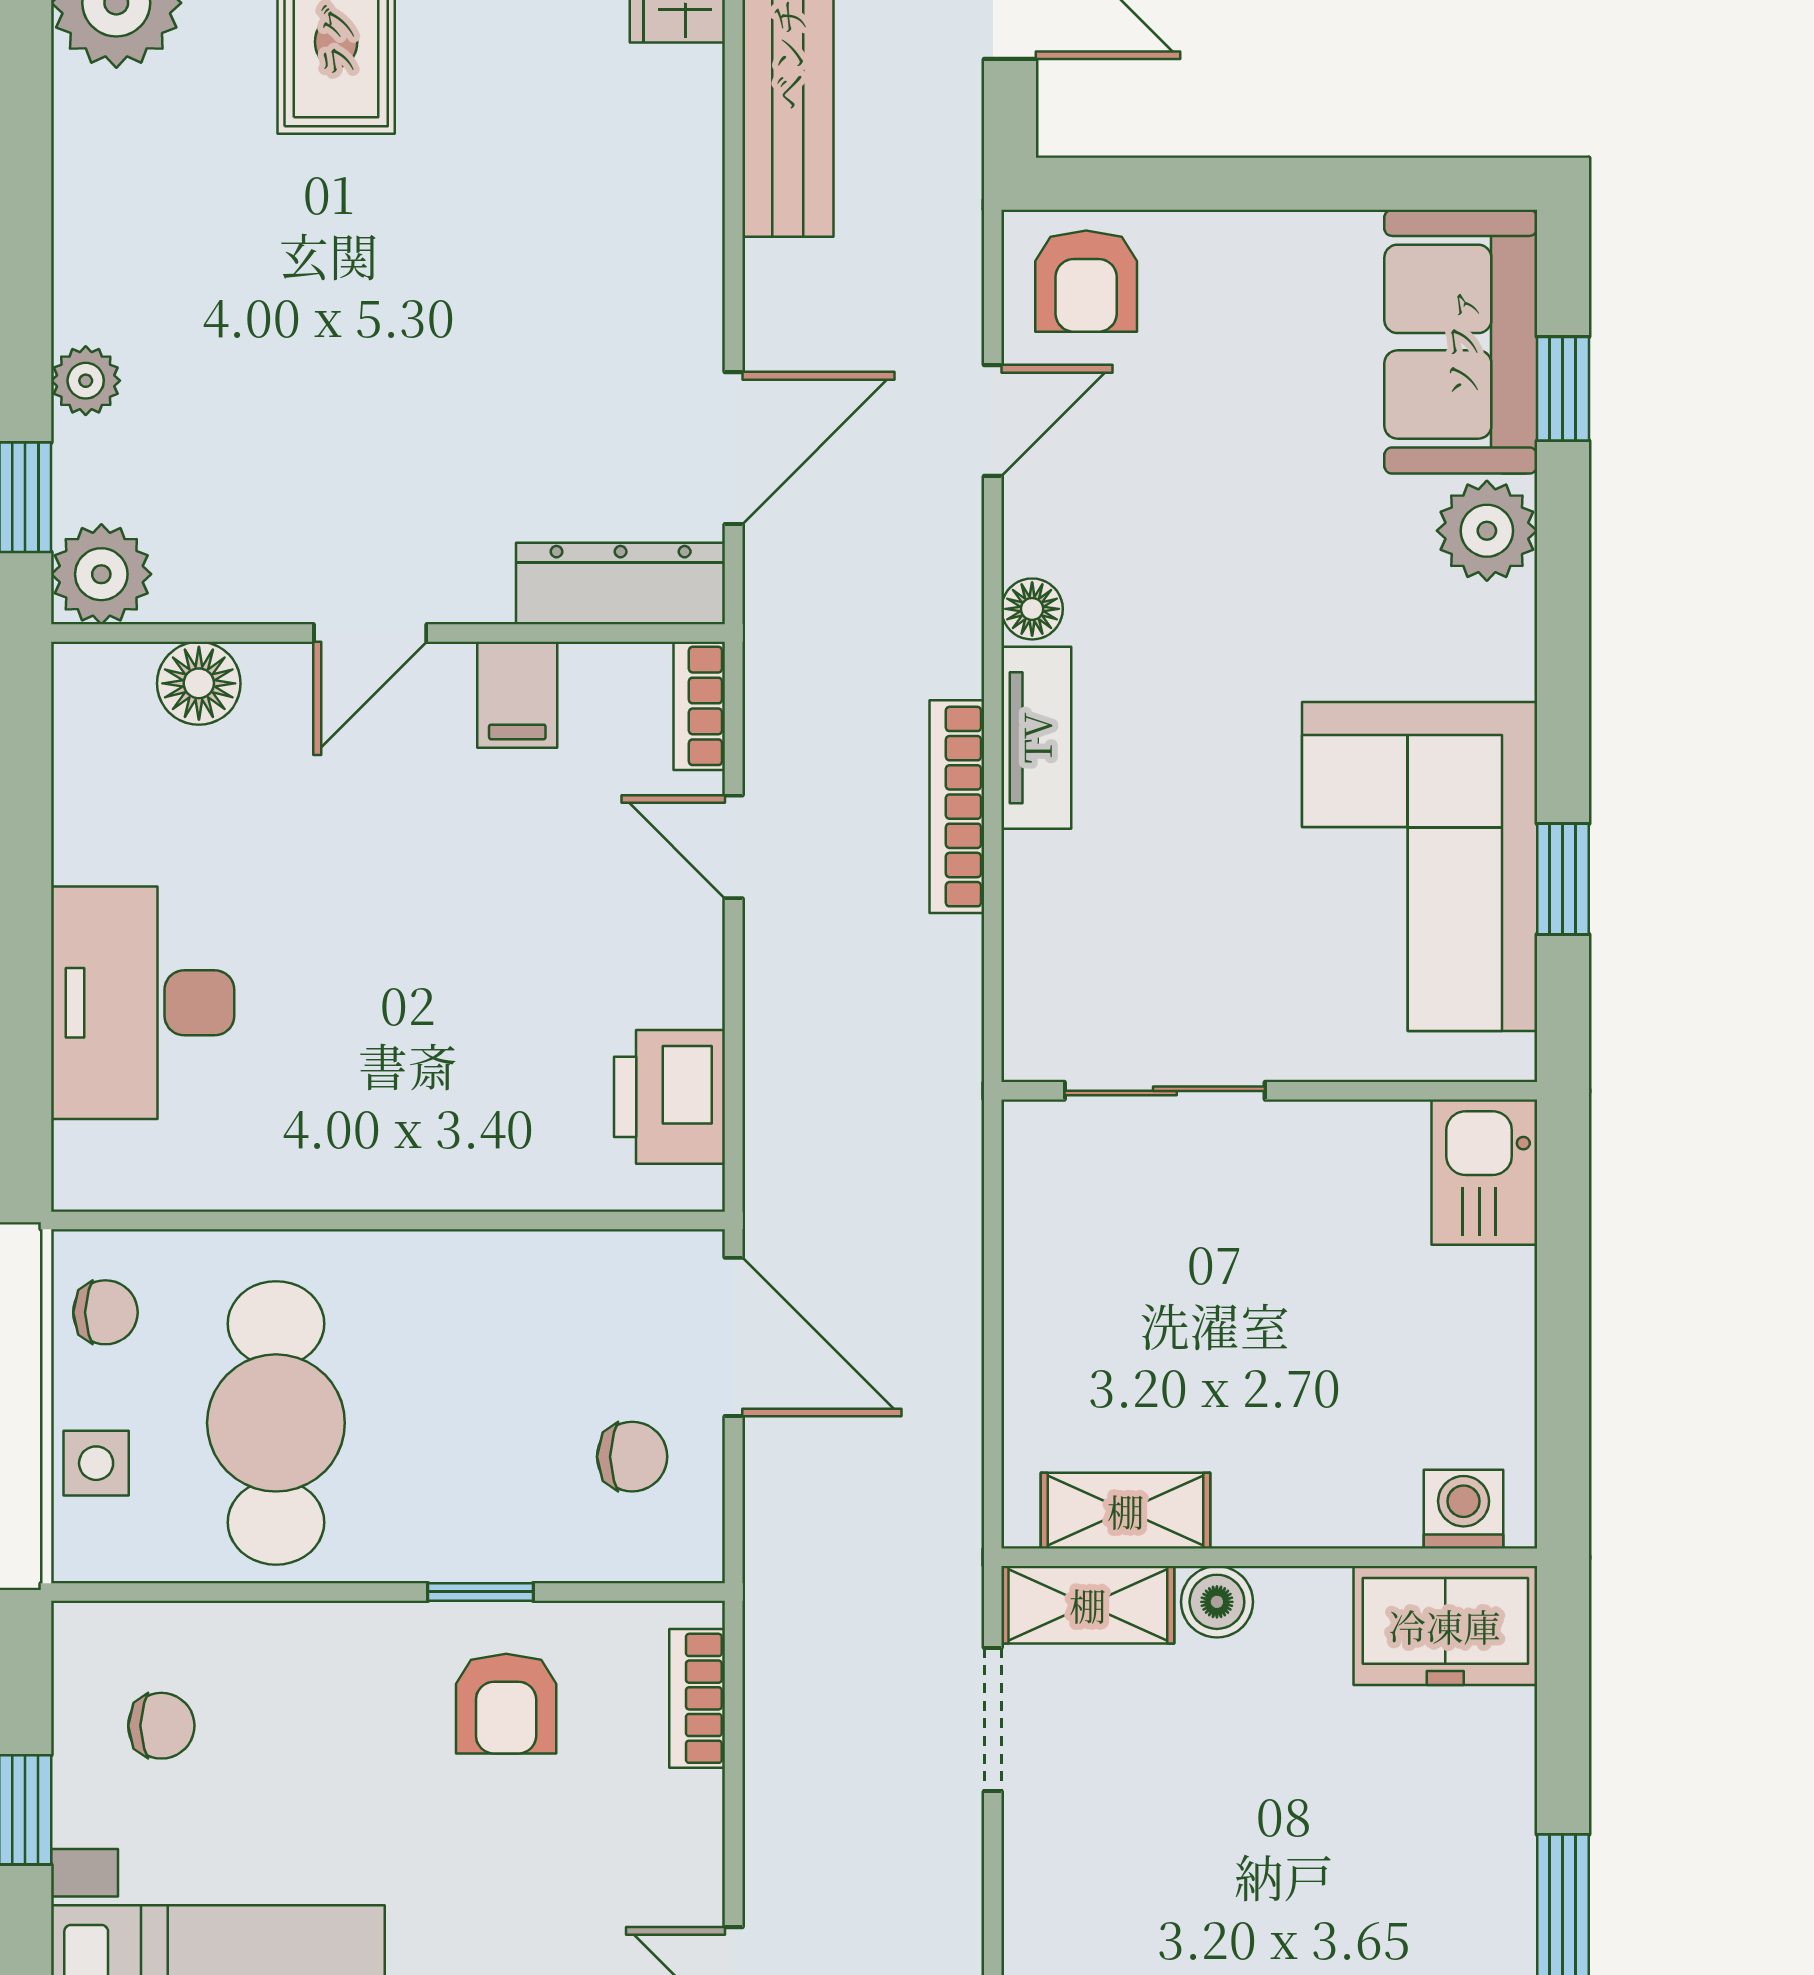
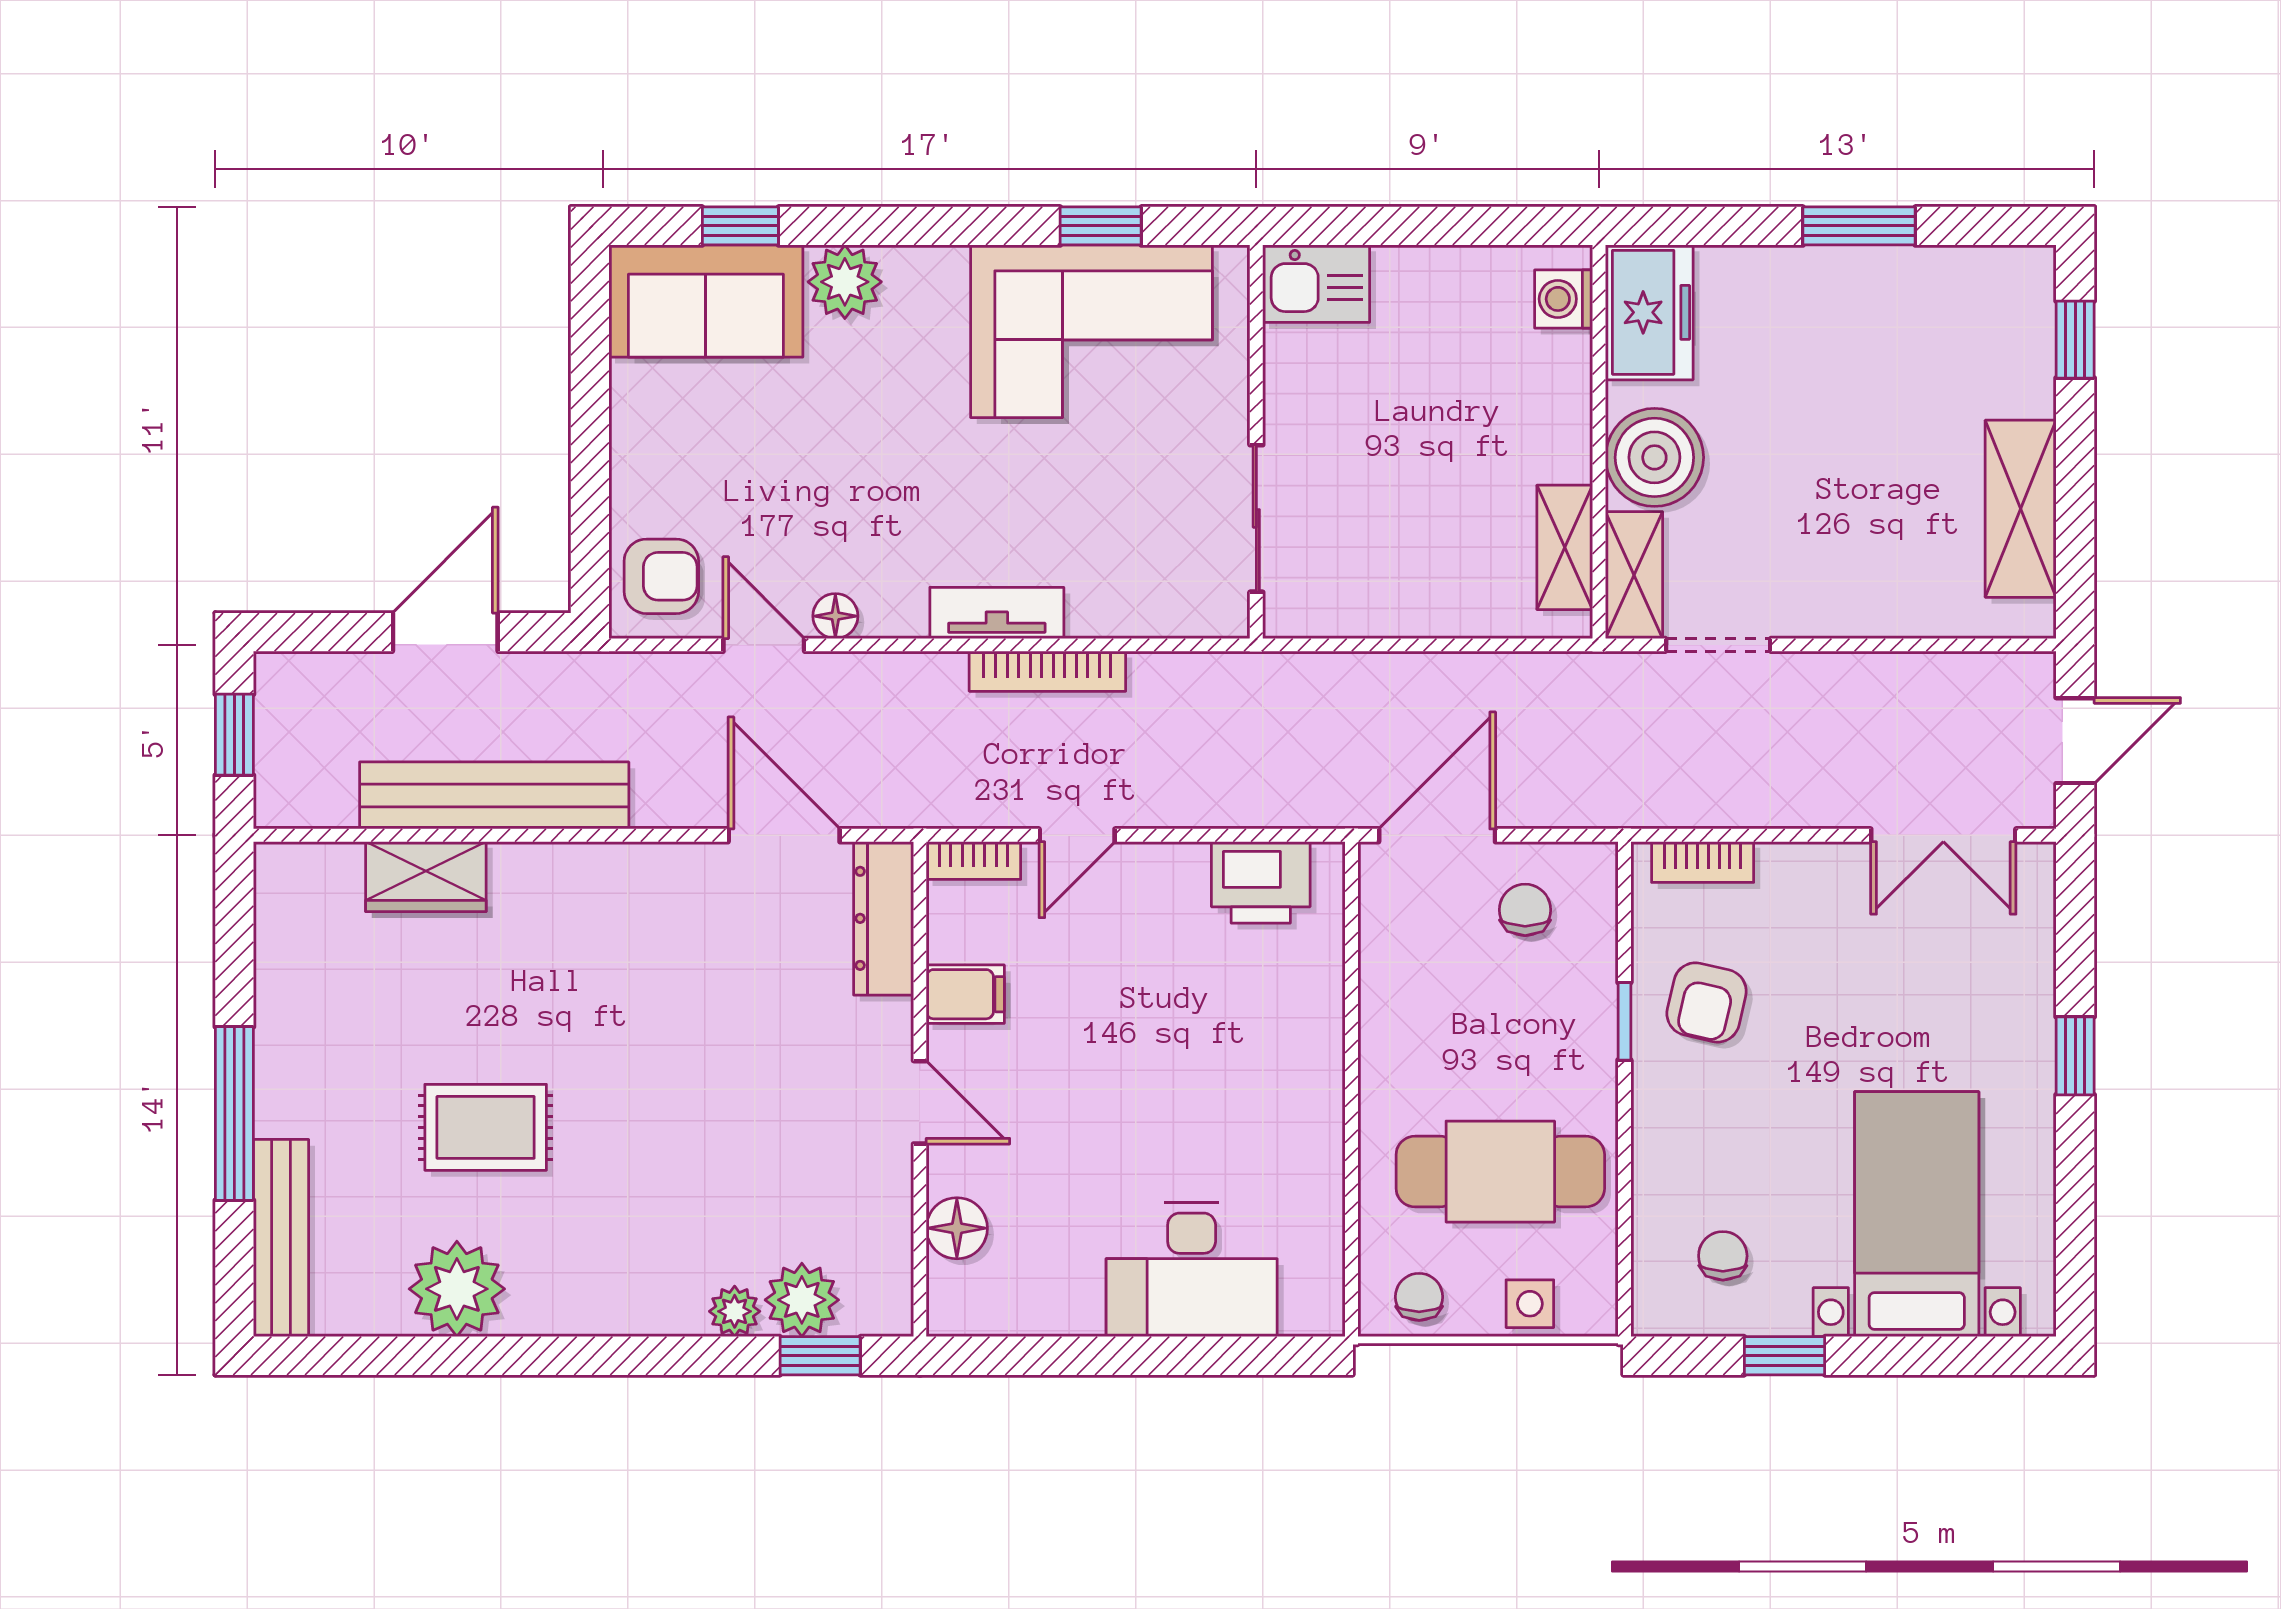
plant: (101, 574) -> (802, 1300), moved
floor lamp: (1032, 609) -> (835, 616), moved
boiler: (1217, 1602) -> (1654, 457), width x1.86, depth x1.86
armchair: (506, 1704) -> (1707, 1002), turned 103

